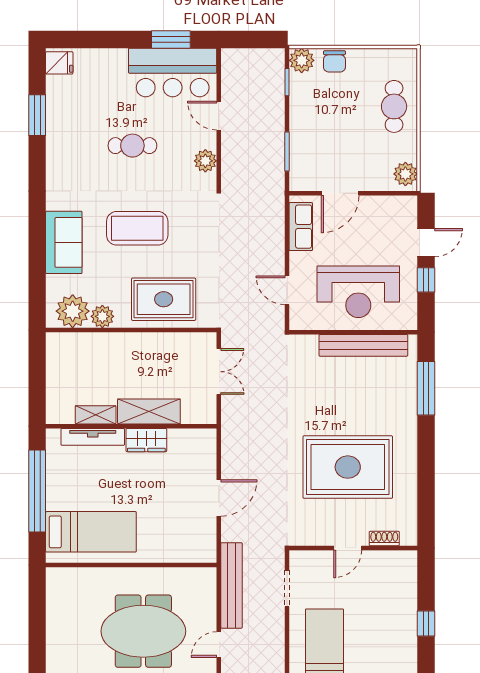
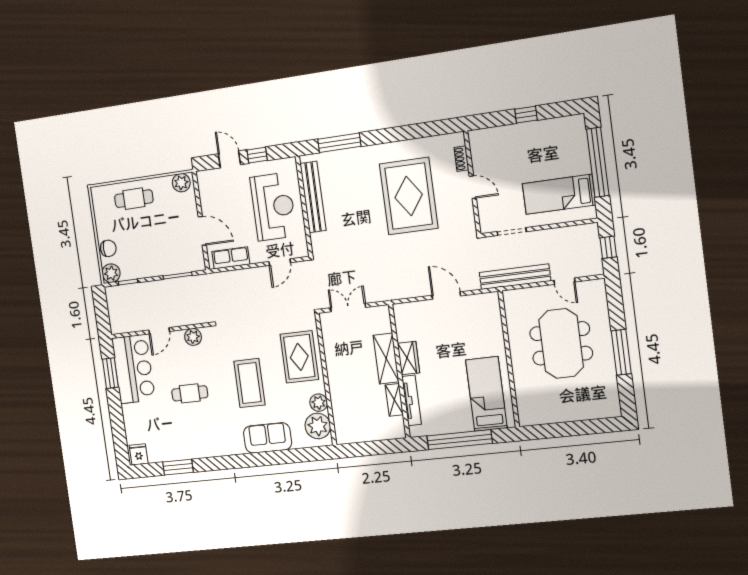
cafe table: (132, 146) -> (190, 393), turned 90

